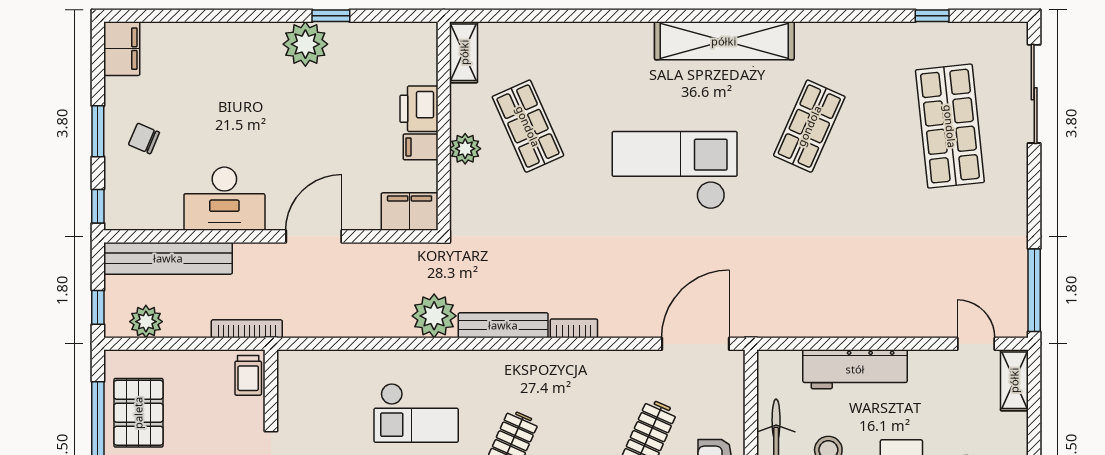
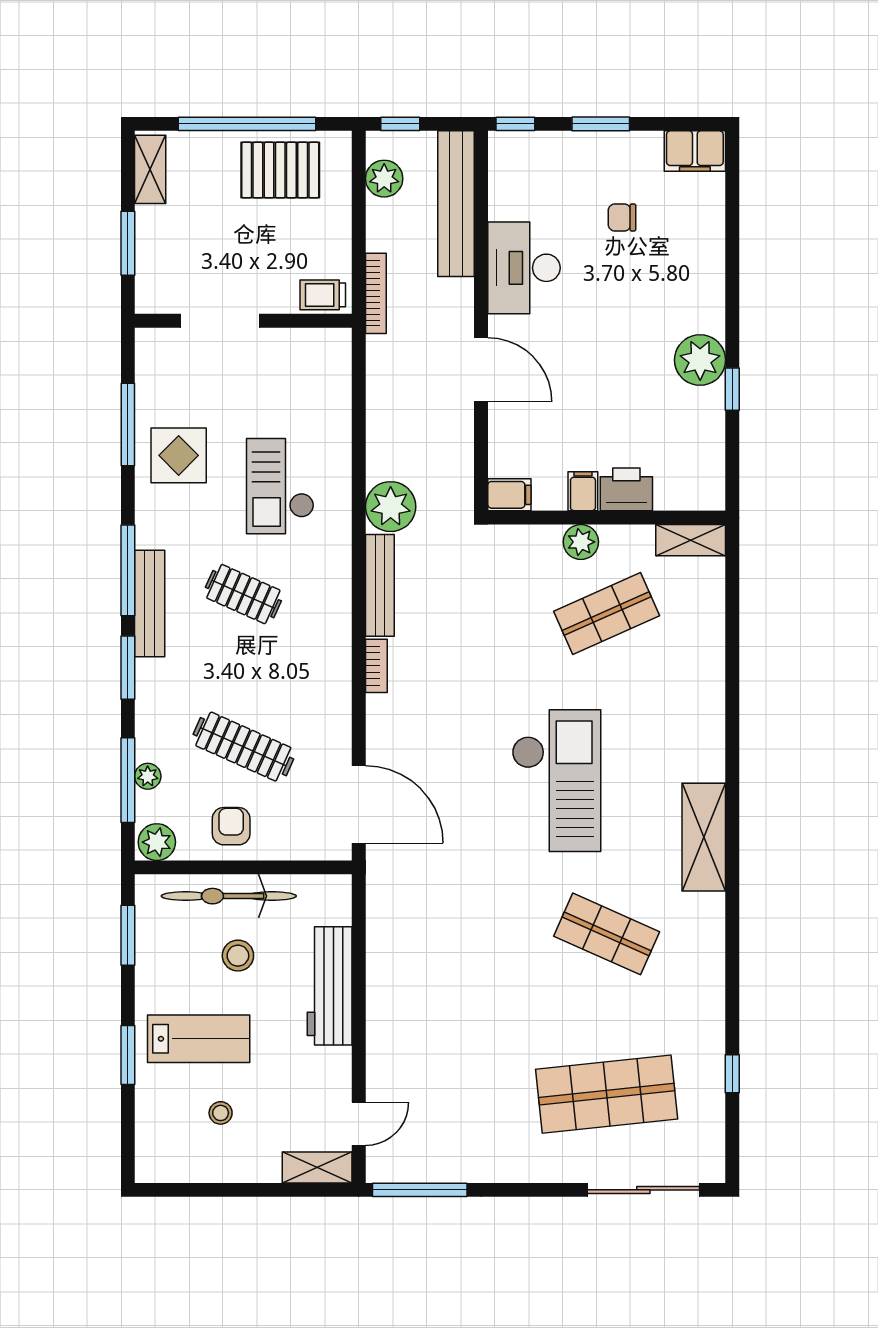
shelving: (724, 41) -> (704, 837), width x0.68
chair: (144, 139) -> (622, 217), moved, turned -113
filing cabinet: (410, 212) -> (509, 495), width x0.50

